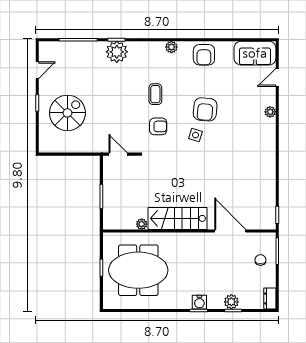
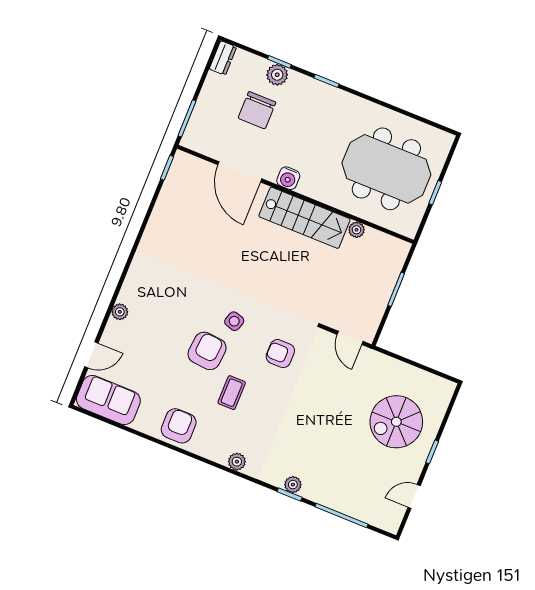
plant: (171, 47) -> (237, 462), moved
plant: (117, 52) -> (293, 485), width x0.53, depth x0.53
coffee table: (155, 94) -> (232, 393), moved
chair: (260, 260) -> (257, 110), moved, width x1.87, depth x1.87
water cooler: (199, 302) -> (288, 178), moved, turned 180

